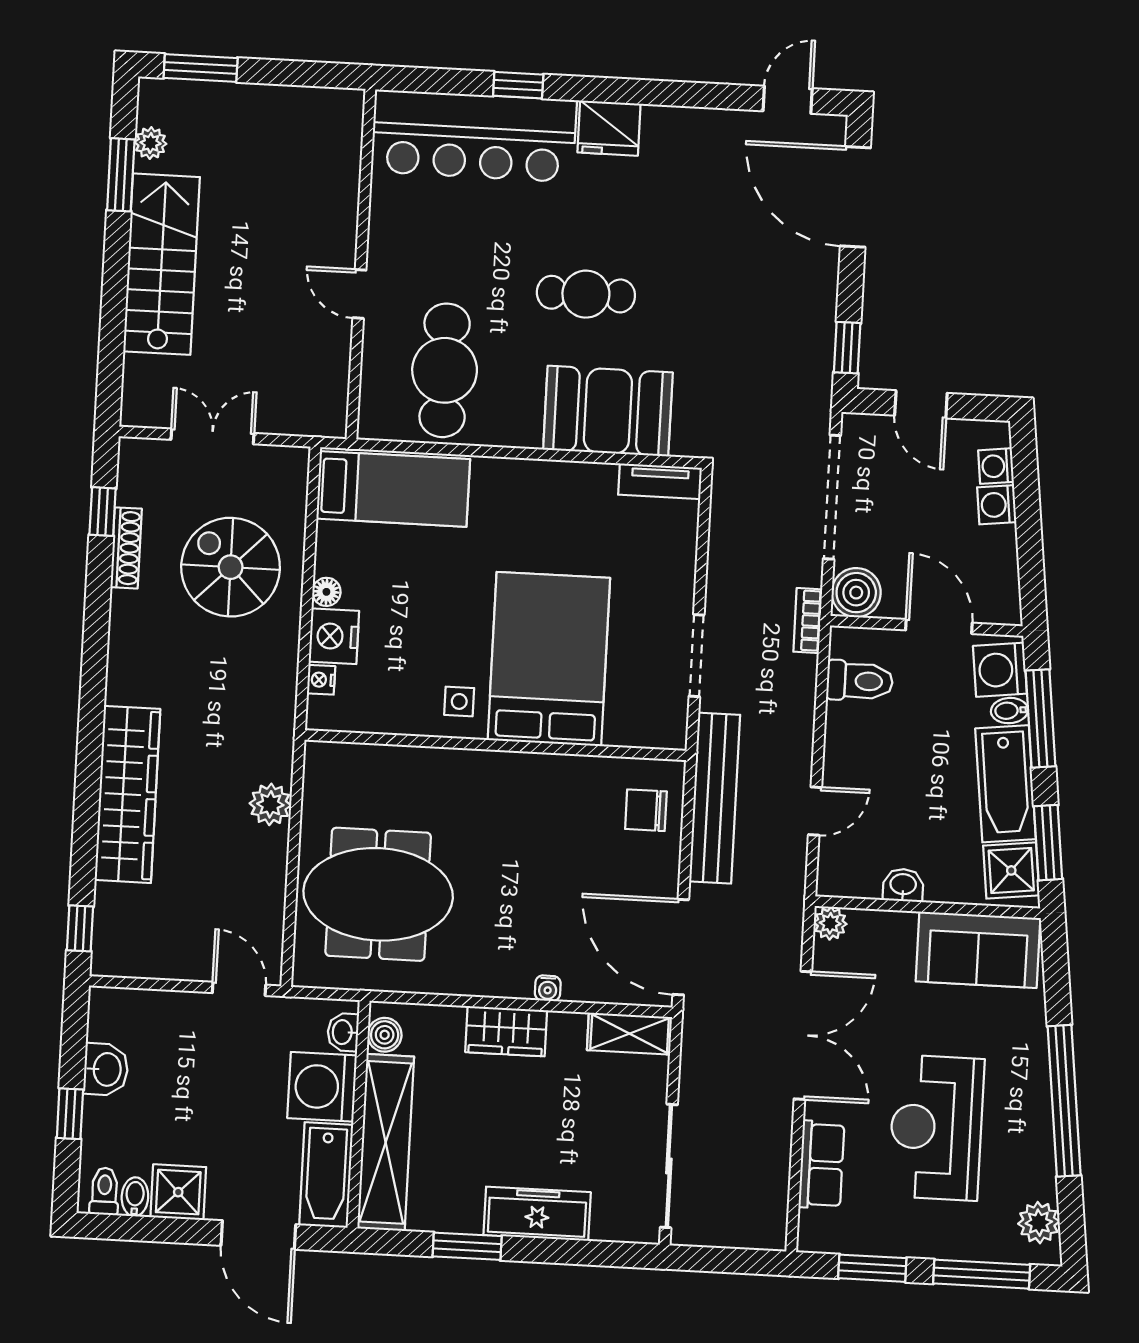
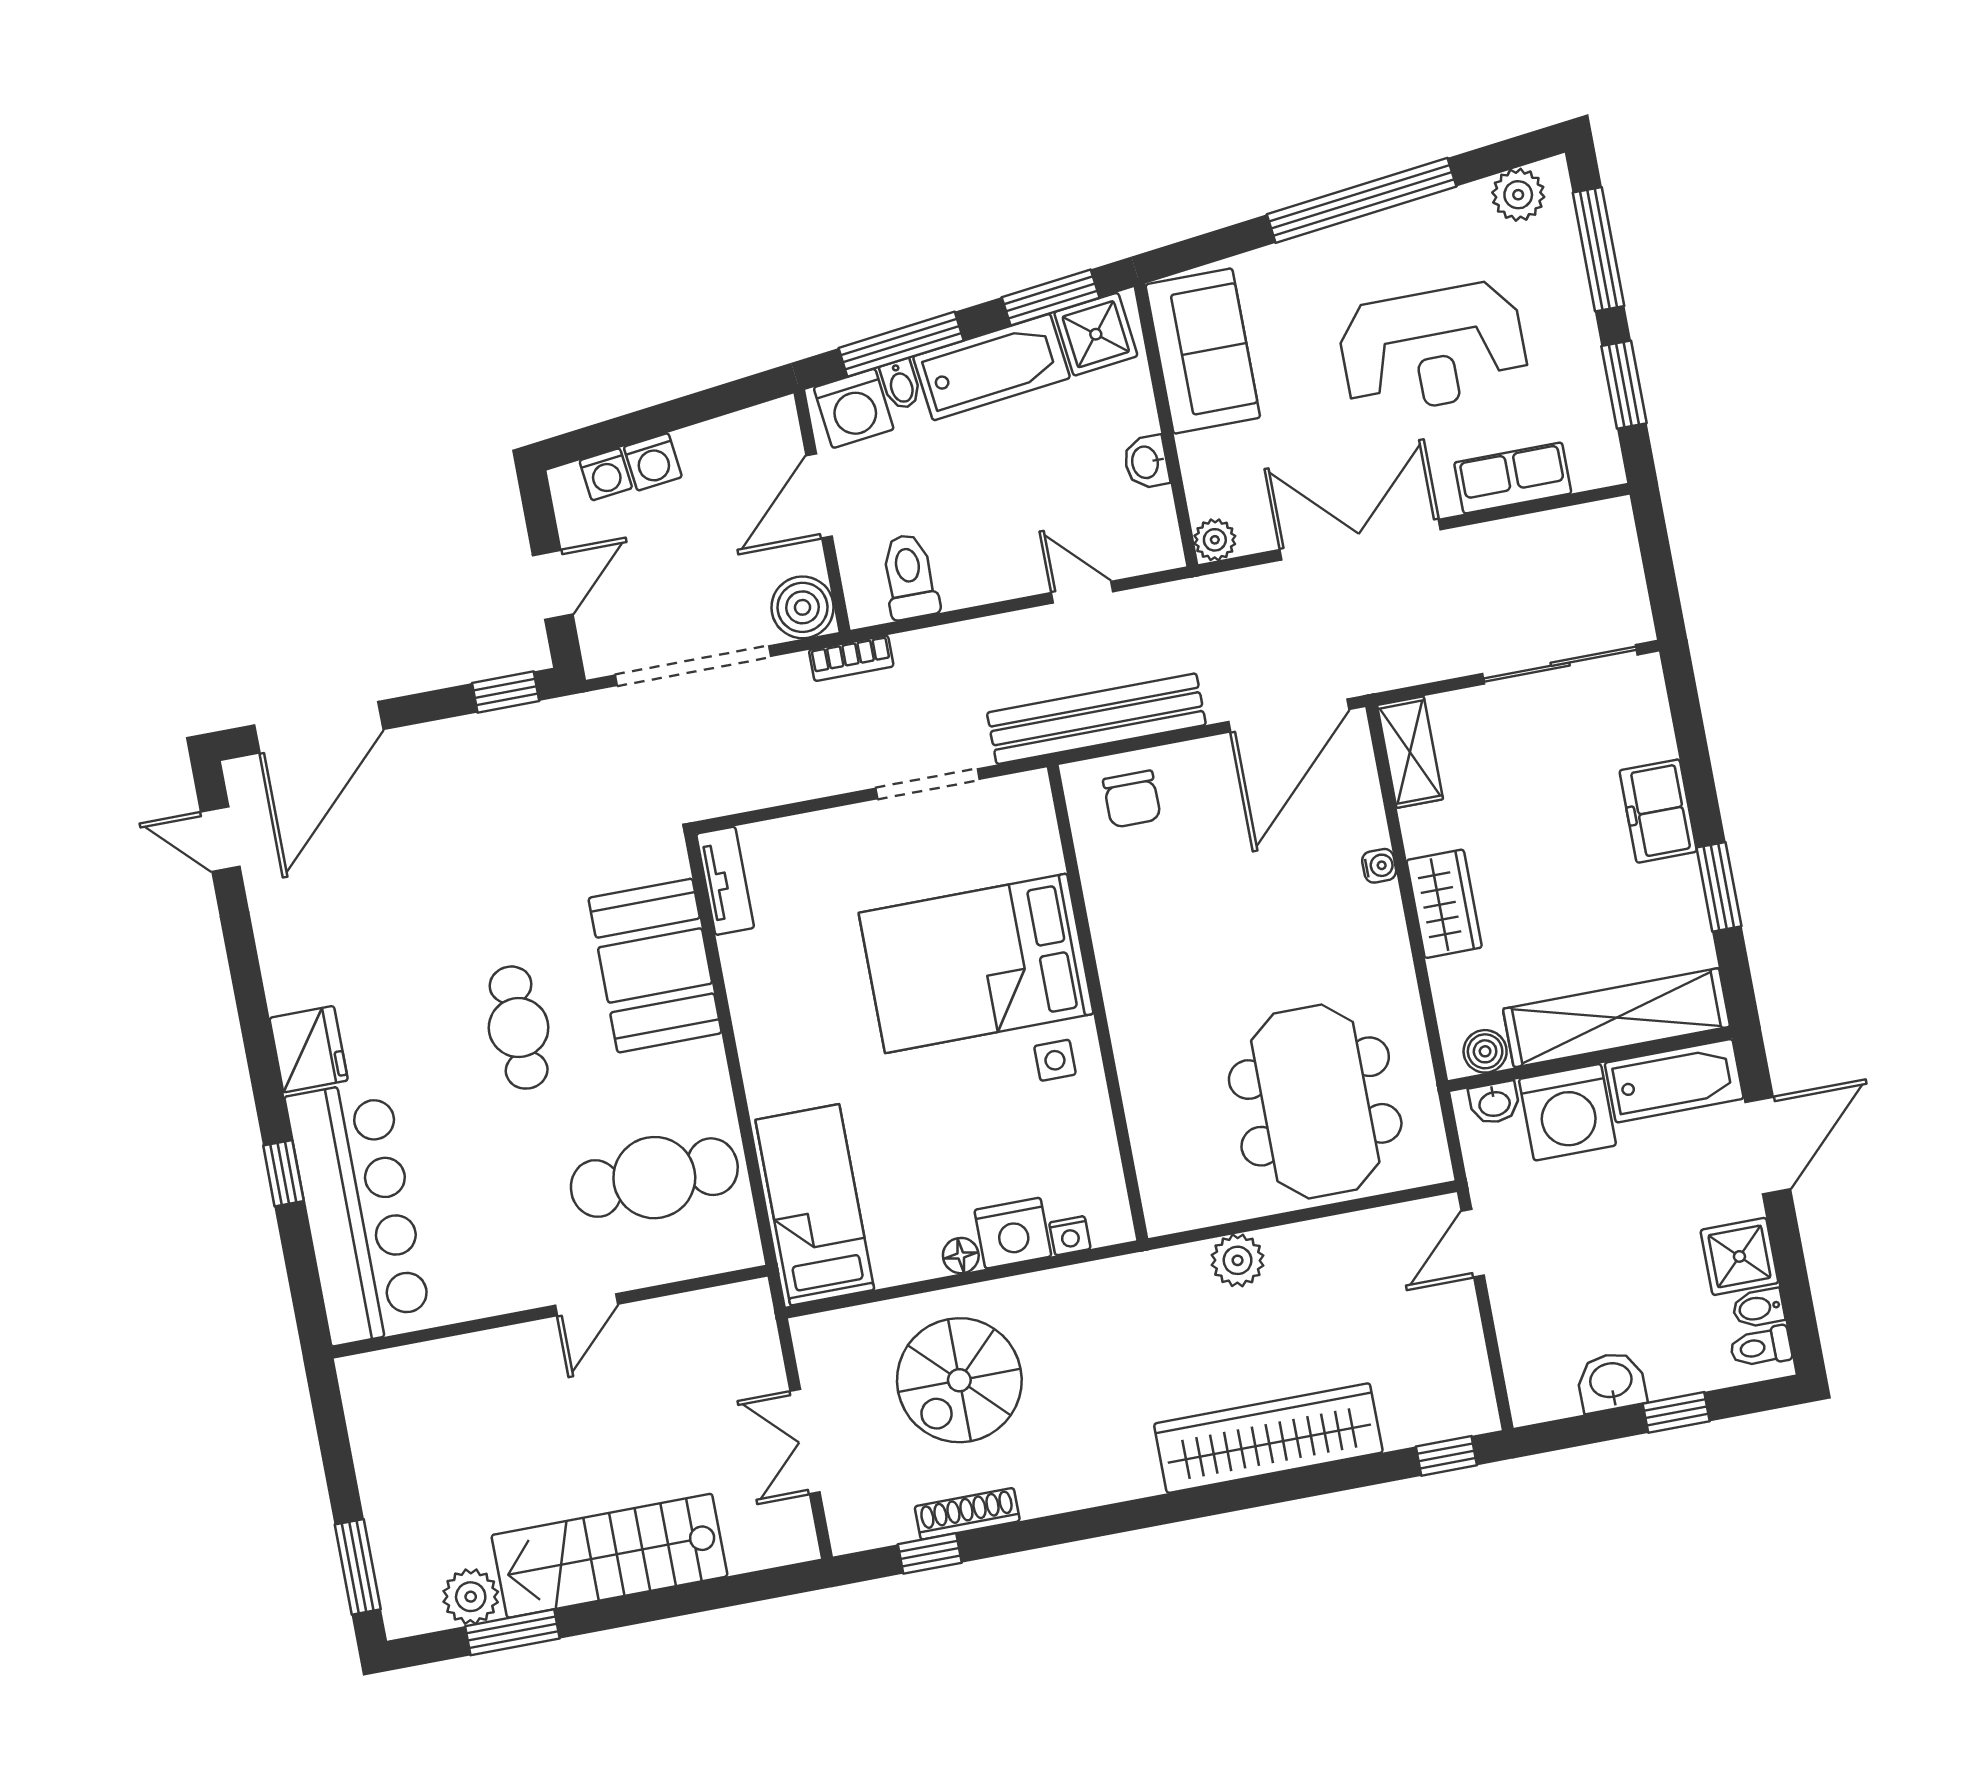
plant: (151, 143) -> (471, 1597), width x1.38, depth x1.38
freezer: (537, 1214) -> (1658, 811), width x0.71

